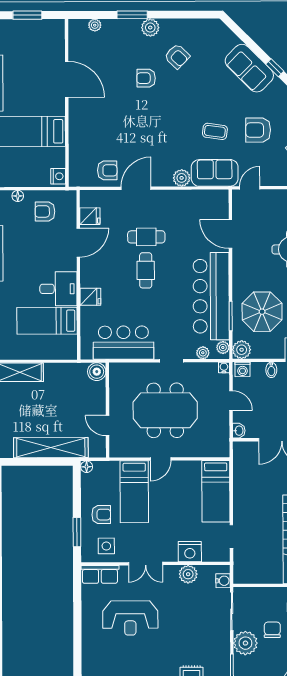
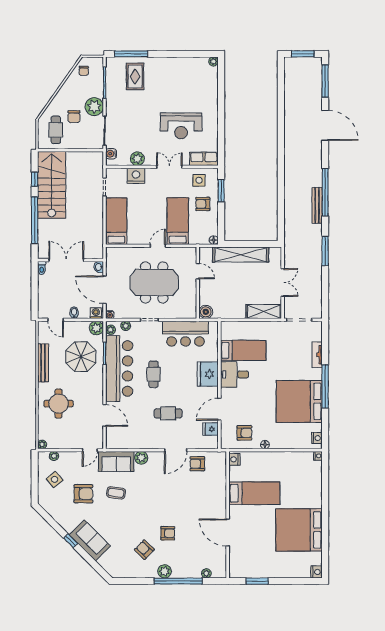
window: (132, 15) -> (178, 581), width x2.11
cafe table: (146, 270) -> (154, 374), moved
fridge: (90, 297) -> (208, 374), width x1.88, depth x1.34
door: (231, 401) -> (105, 290), width x1.88
reception desk: (130, 618) -> (181, 126), turned 180

